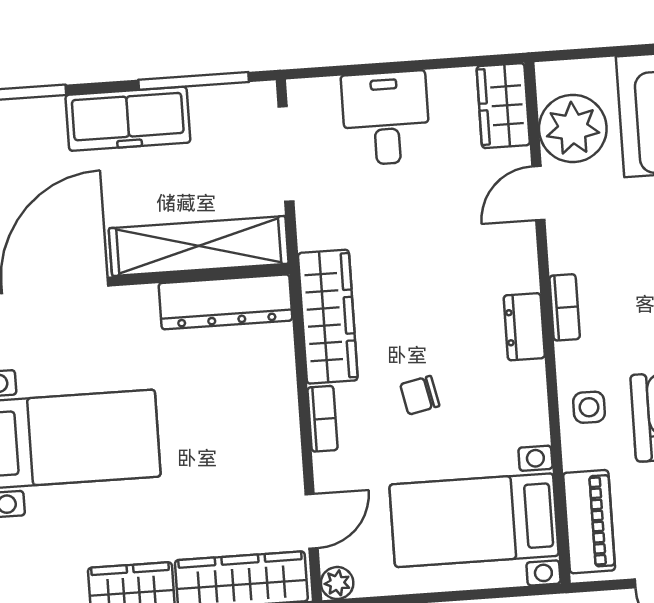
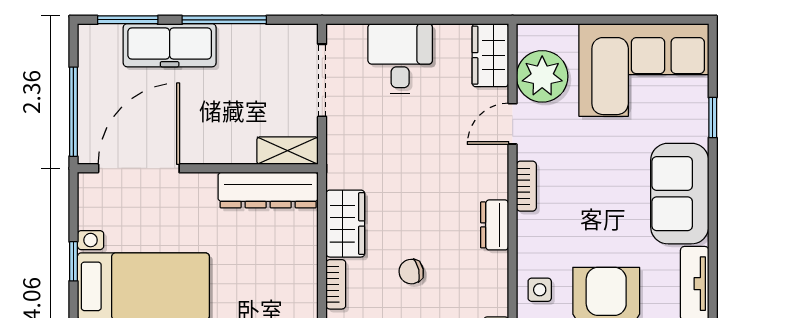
window: (194, 81) -> (224, 20), moved
freezer: (128, 119) -> (170, 45), moved
shelving: (199, 246) -> (287, 151), width x0.45, depth x0.75
bookcase: (565, 307) -> (526, 186), moved
wardrobe: (328, 317) -> (345, 224), width x0.67

